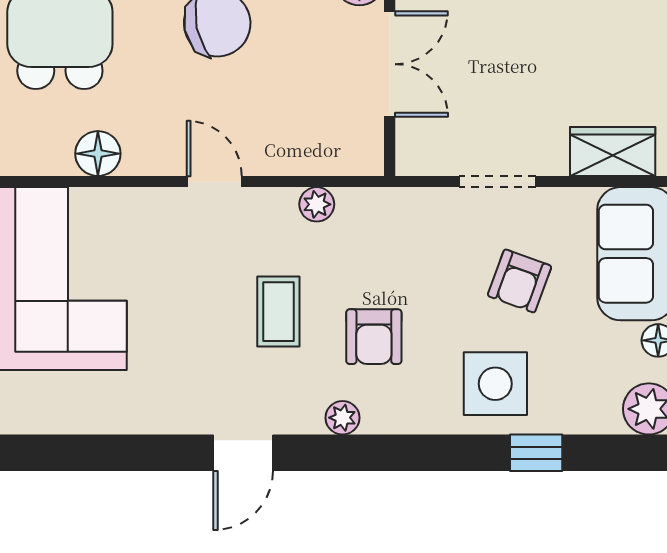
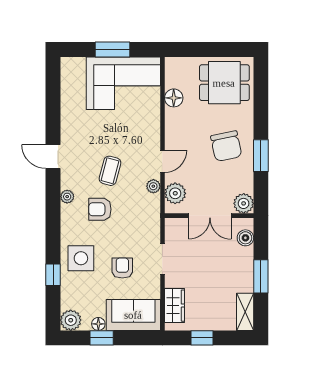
plant: (334, 150) -> (175, 193), added
door: (214, 182) -> (162, 161), moved
armchair: (520, 281) -> (122, 268), turned 70
coffee table: (278, 312) -> (110, 171), turned -75

